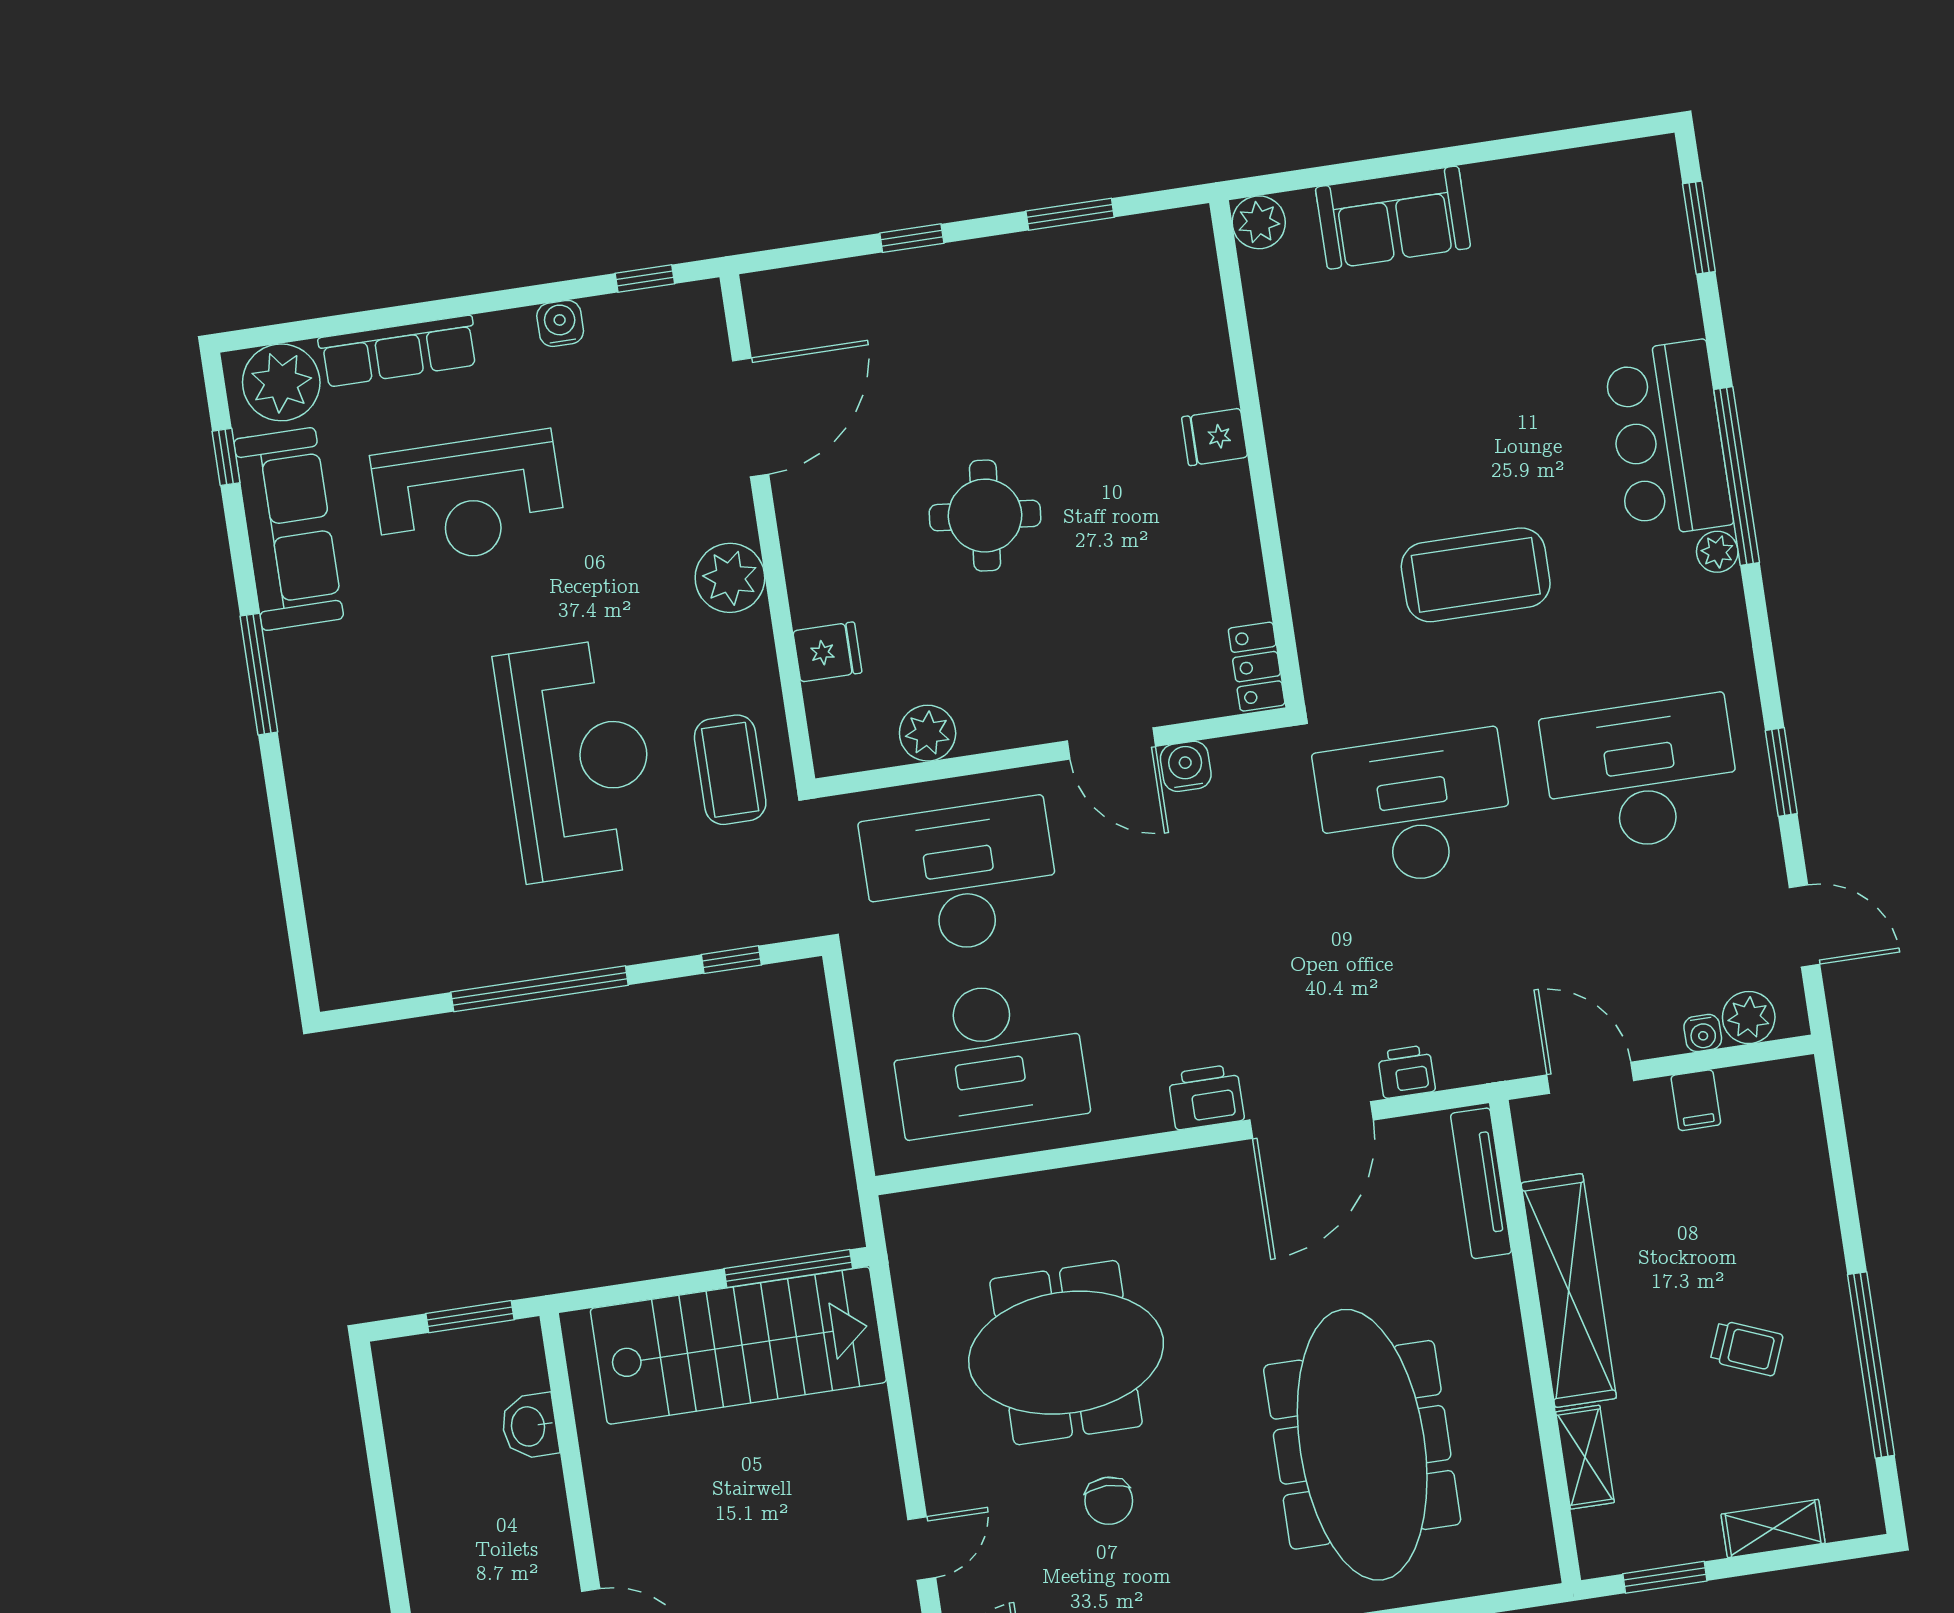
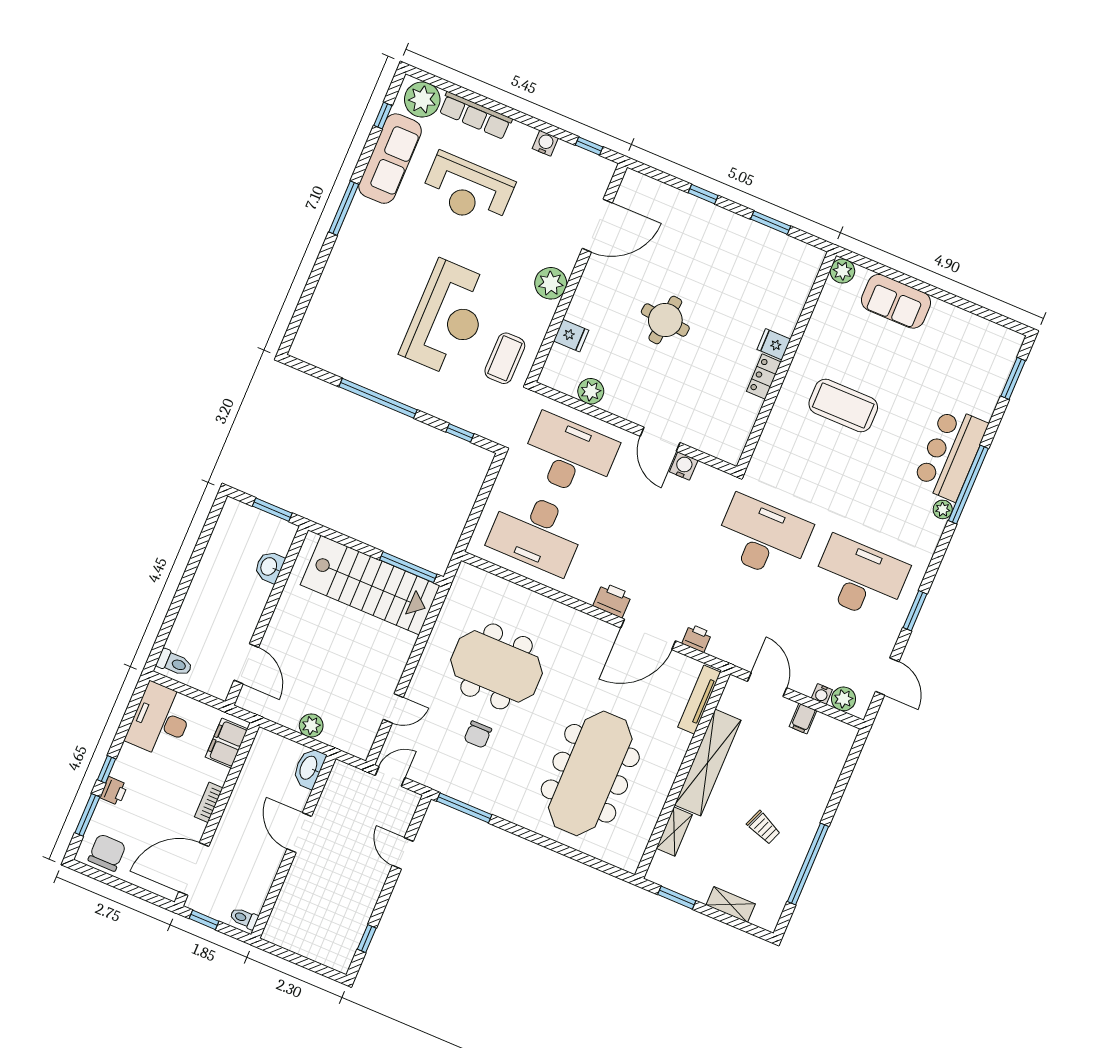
coffee table: (1476, 575) -> (843, 406), moved
locker: (1257, 667) -> (764, 377), moved

